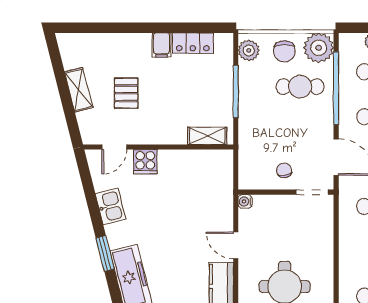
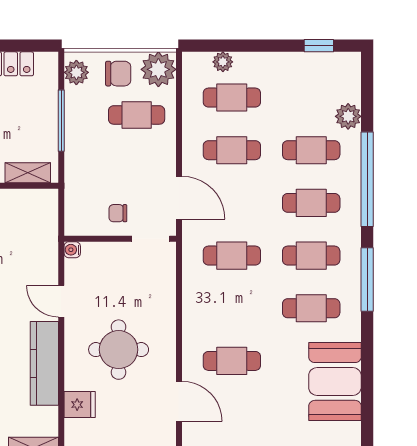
chair: (284, 51) -> (118, 74), turned -90
window: (336, 88) -> (179, 117), removed
chair: (284, 170) -> (118, 213), turned -80

